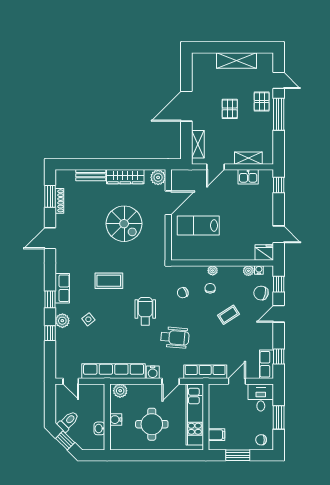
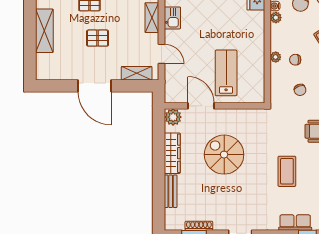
spiral stairs: (124, 224) -> (224, 155), turned -90
lab bench: (198, 225) -> (226, 73), turned 180

